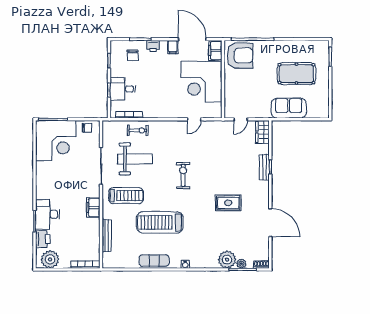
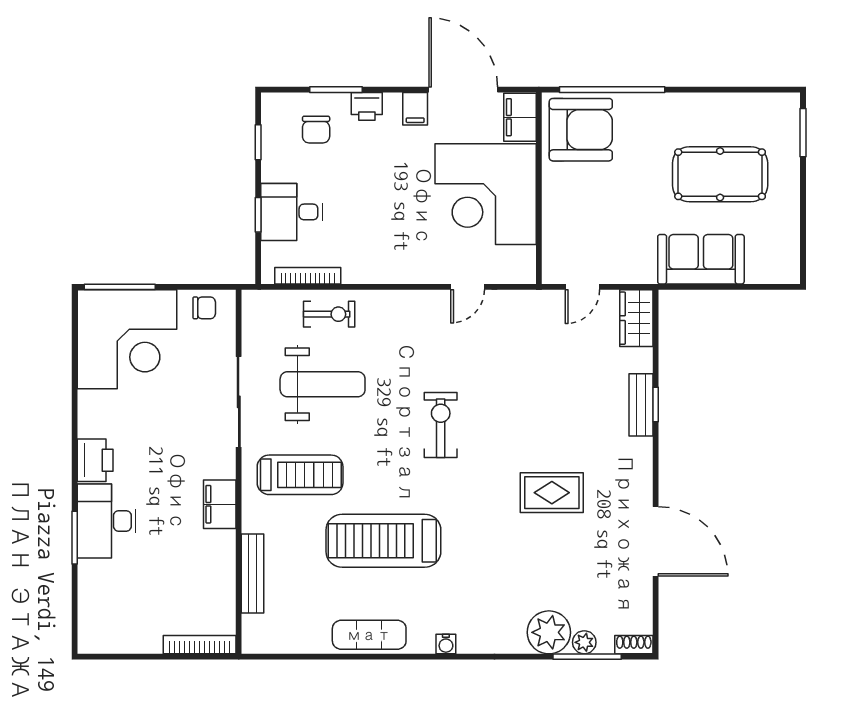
printer: (43, 239) -> (95, 460), moved
plant: (50, 259) -> (113, 632), removed

